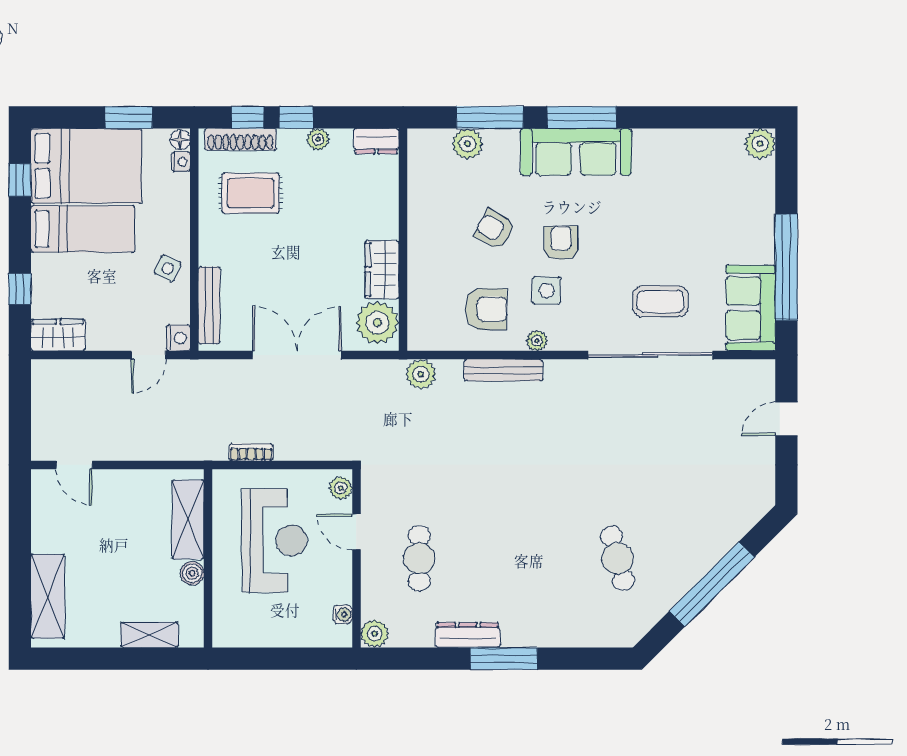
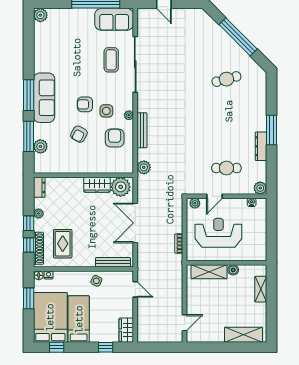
nightstand: (178, 338) -> (128, 276), removed

